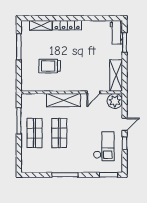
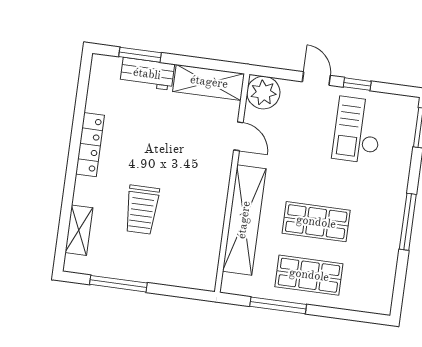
locker: (67, 25) -> (90, 145), moved
workbench: (116, 32) -> (147, 74), moved
trolley: (50, 66) -> (142, 210), moved
shelving: (64, 100) -> (244, 220), width x1.47
checkout: (104, 146) -> (358, 130), turned -90

